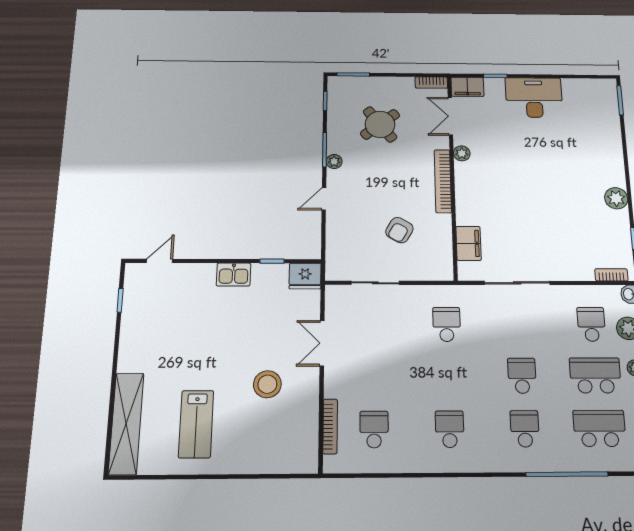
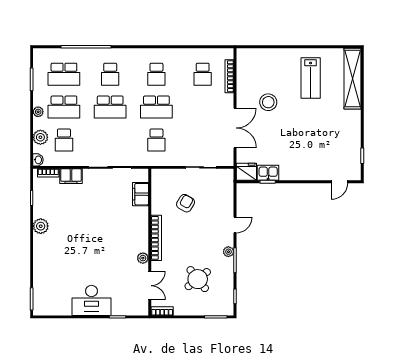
filing cabinet: (467, 87) -> (71, 176), moved, turned 180
kitchen sink: (234, 275) -> (268, 173), moved
double door: (322, 343) -> (235, 128), width x1.37
school desk: (448, 376) -> (156, 107), added
school desk: (522, 376) -> (110, 107), width x1.85
lab bench: (196, 424) -> (311, 78), turned 180

